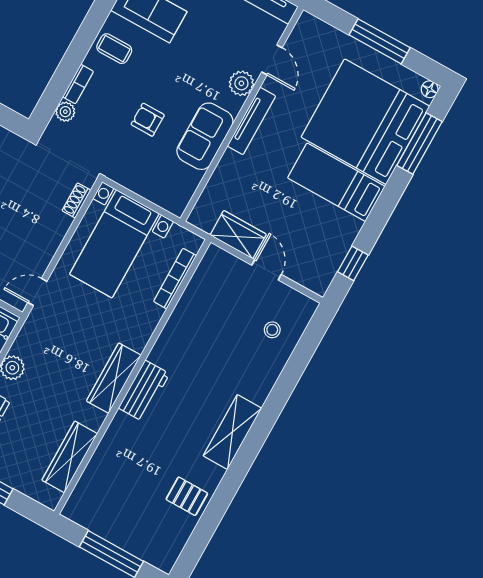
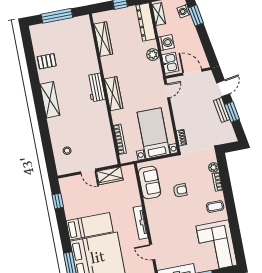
plant: (241, 83) -> (156, 234), removed
sofa: (205, 136) -> (150, 182), moved
wardrobe: (114, 378) -> (114, 94), moved

